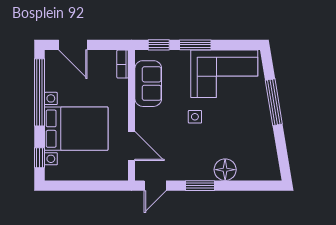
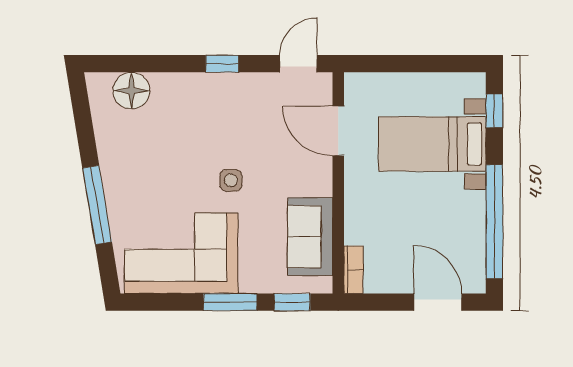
bed with nightstands: (76, 129) -> (432, 144), width x0.73
floor lamp: (225, 170) -> (131, 91), moved
window: (200, 186) -> (222, 64), width x0.67

